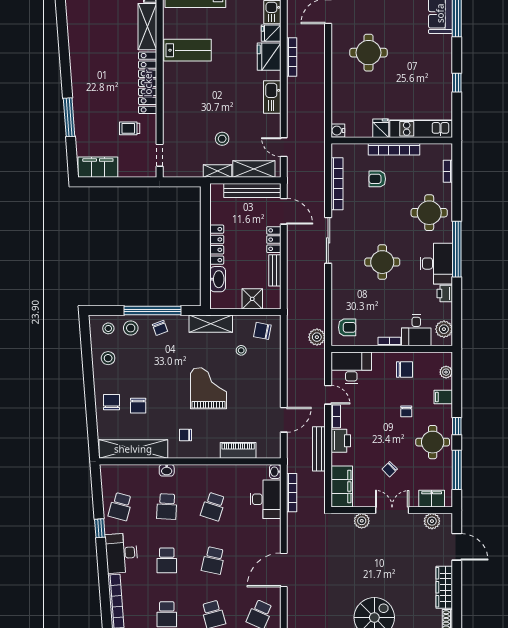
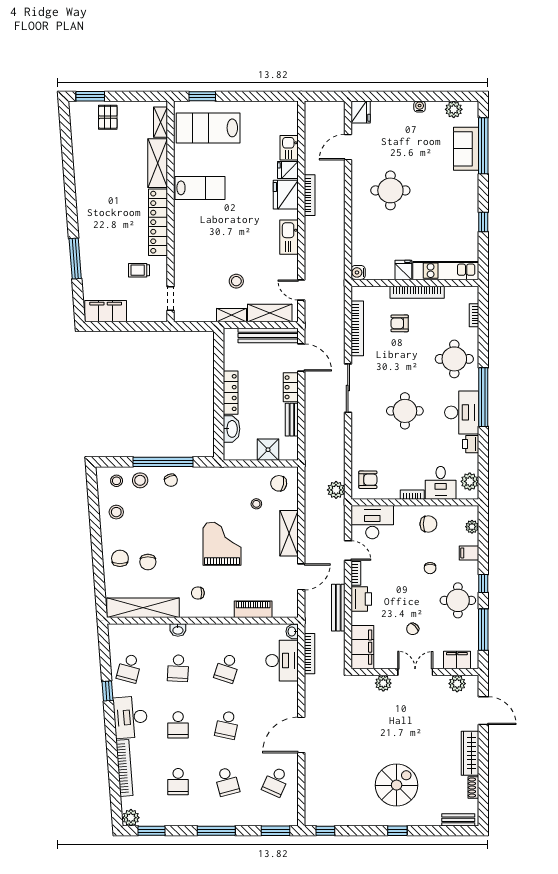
shelving: (211, 324) -> (289, 533), moved, turned 90

